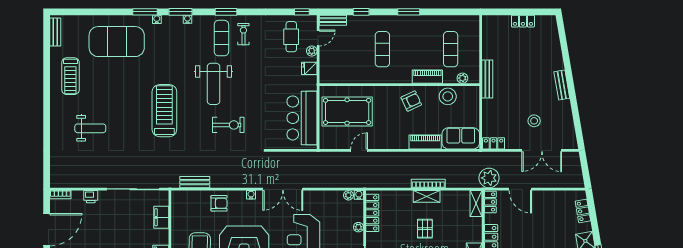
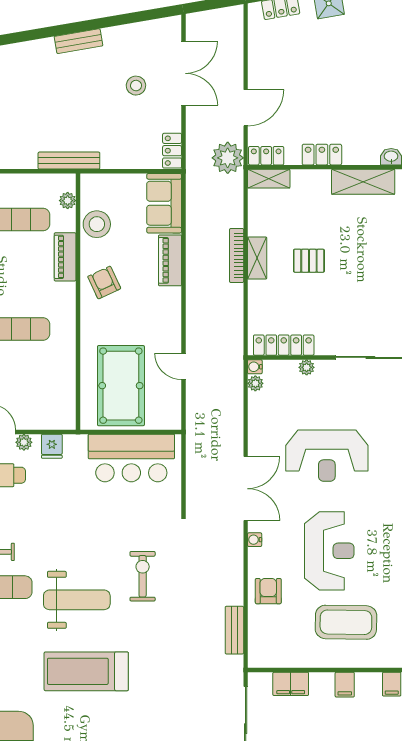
treadmill: (164, 111) -> (86, 671), moved

